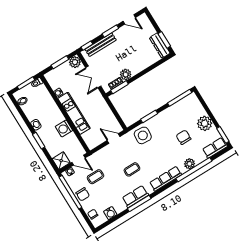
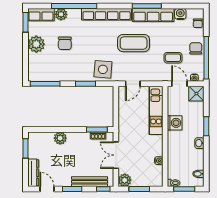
dresser: (160, 46) -> (33, 173), moved
plant: (126, 75) -> (60, 138), moved
double door: (93, 77) -> (116, 155), swing flipped
kitchen unit: (74, 113) -> (156, 110), moved
door: (114, 138) -> (133, 84), hinge flipped
plant: (190, 164) -> (61, 14), moved
coffee table: (132, 169) -> (134, 43), width x1.86, depth x1.72
row of seats: (166, 179) -> (107, 14), width x1.36
row of seats: (135, 197) -> (153, 15), width x1.48

